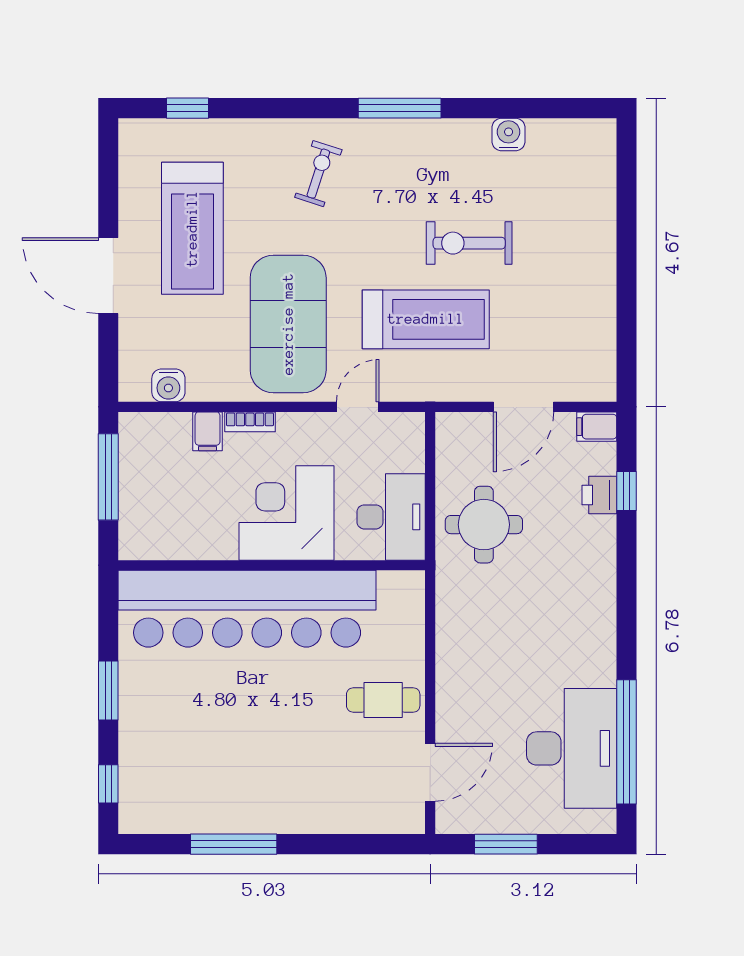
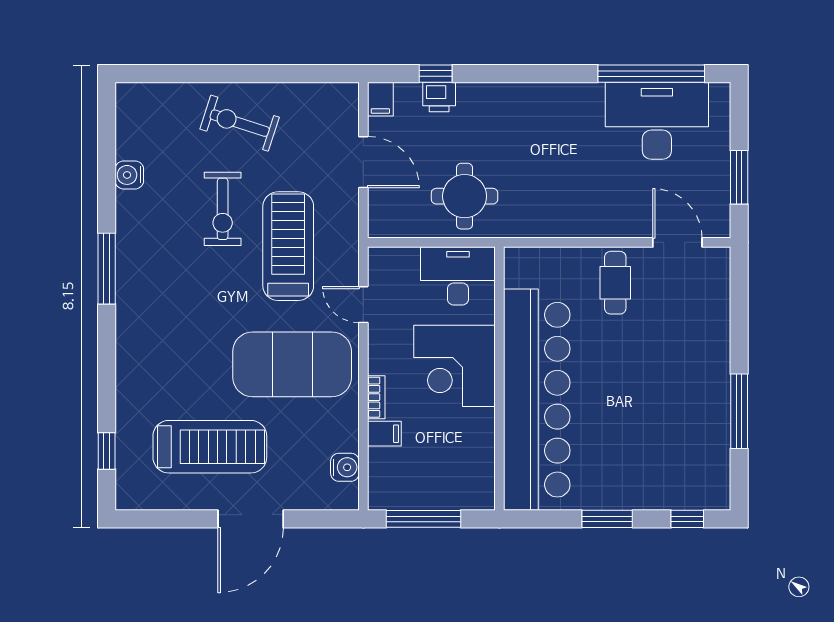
exercise bike: (318, 174) -> (240, 123), moved, width x1.38, depth x1.39

